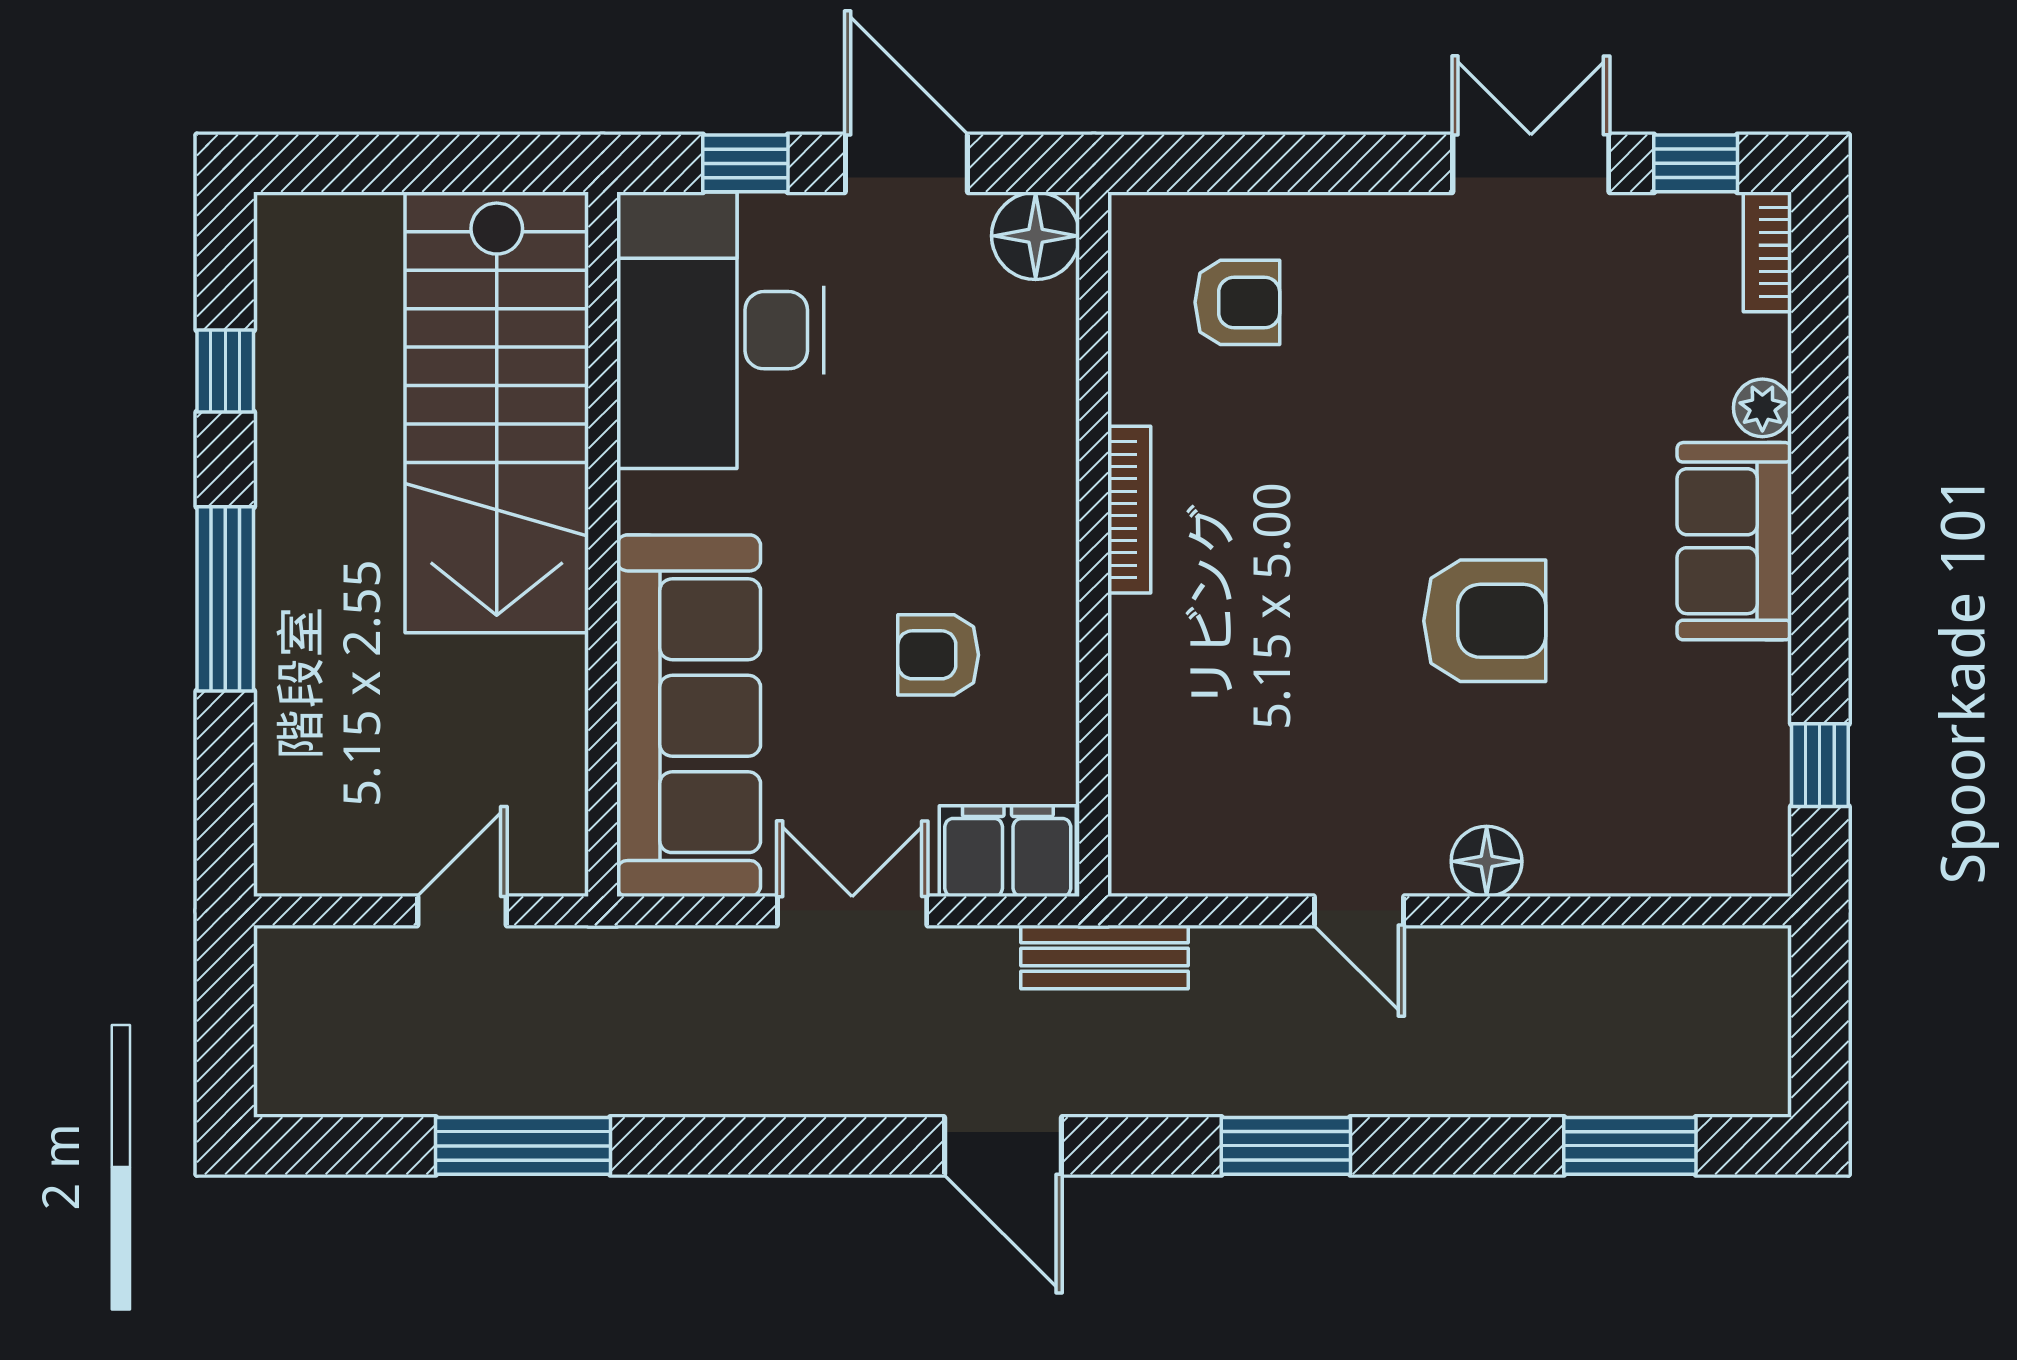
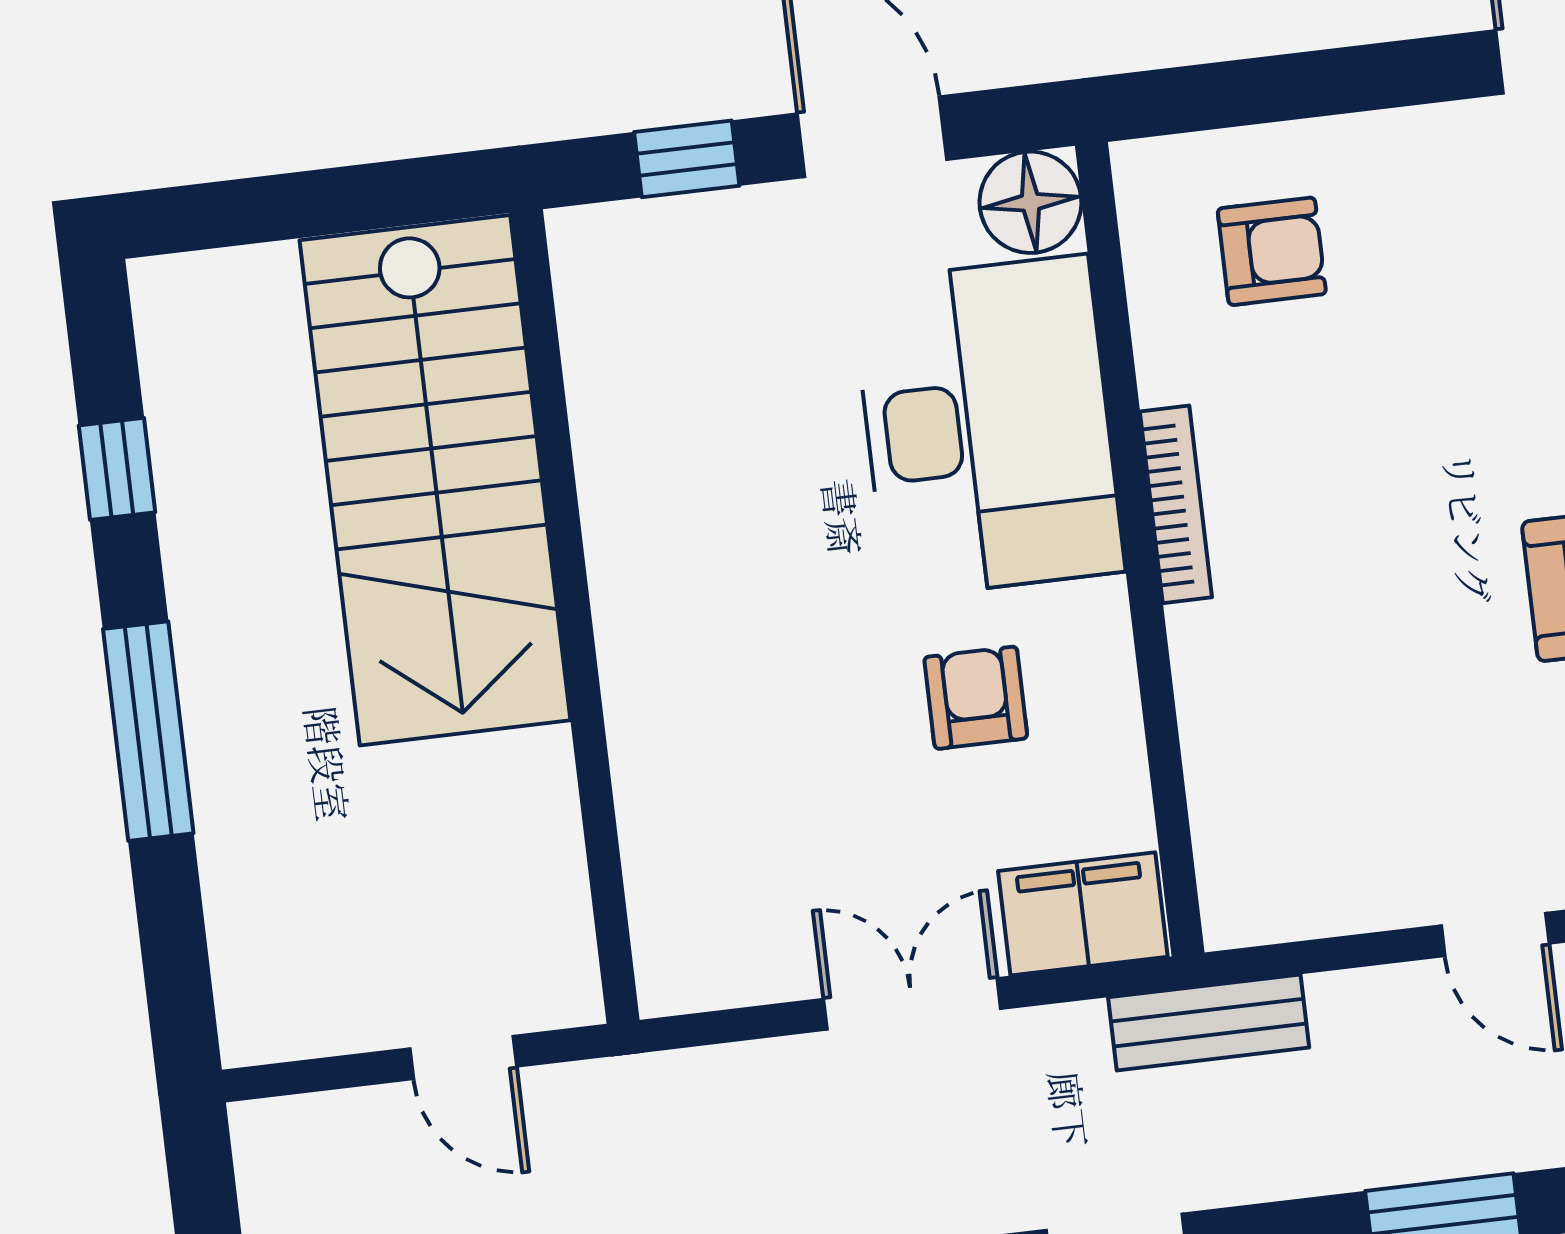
desk: (720, 330) -> (988, 427), moved, turned 180
armchair: (938, 655) -> (976, 698), turned 90
sofa: (689, 716) -> (697, 802), removed
door: (462, 911) -> (463, 1058), swing flipped

